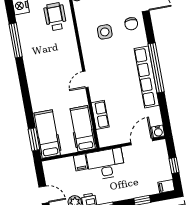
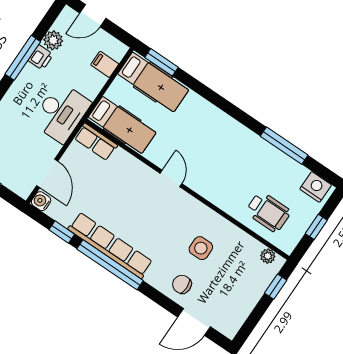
window: (163, 107) -> (62, 232), added
row of seats: (100, 115) -> (96, 142), moved
filing cabinet: (81, 162) -> (105, 64), moved

